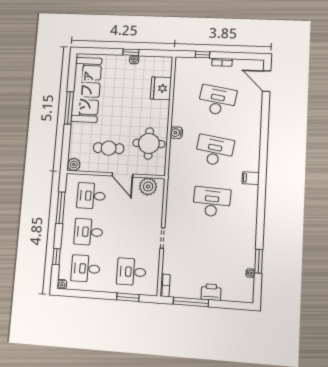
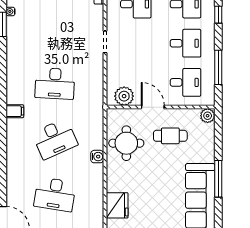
desk: (214, 151) -> (55, 139), turned -33

